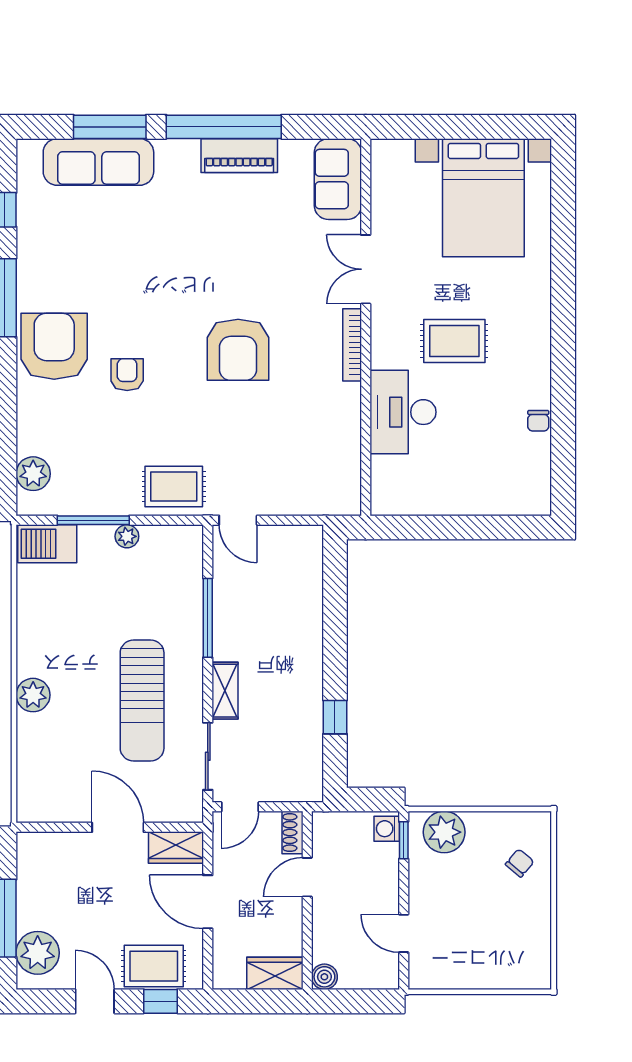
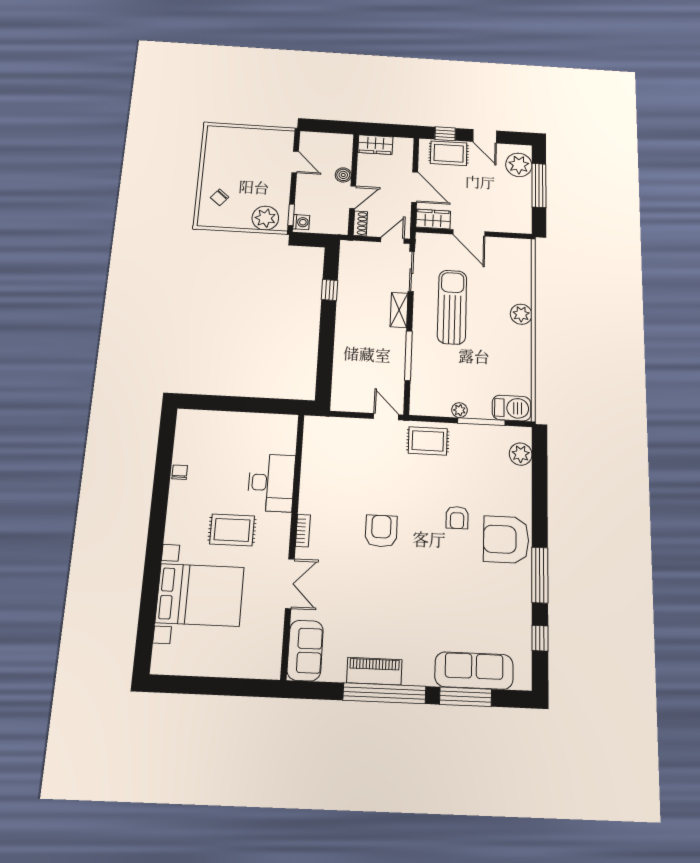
bed with nightstands: (483, 198) -> (200, 595), moved, turned 90
bookcase: (352, 345) -> (303, 531), width x0.64
armchair: (54, 346) -> (506, 540), turned 90
armchair: (238, 350) -> (381, 531), width x0.73, depth x0.73
boiler: (324, 977) -> (343, 175), moved

